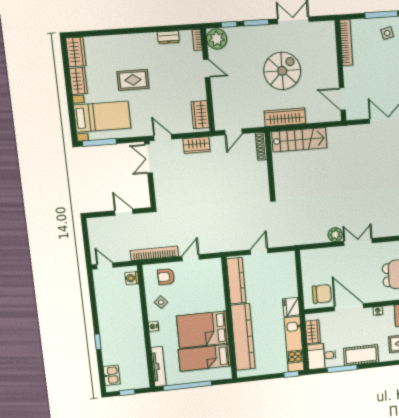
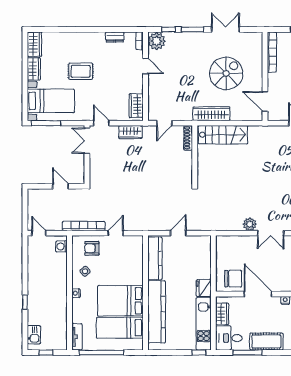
spiral stairs: (282, 71) -> (226, 73), moved
double door: (358, 242) -> (271, 233), swing flipped
tv unit: (159, 367) -> (77, 337), width x0.71

